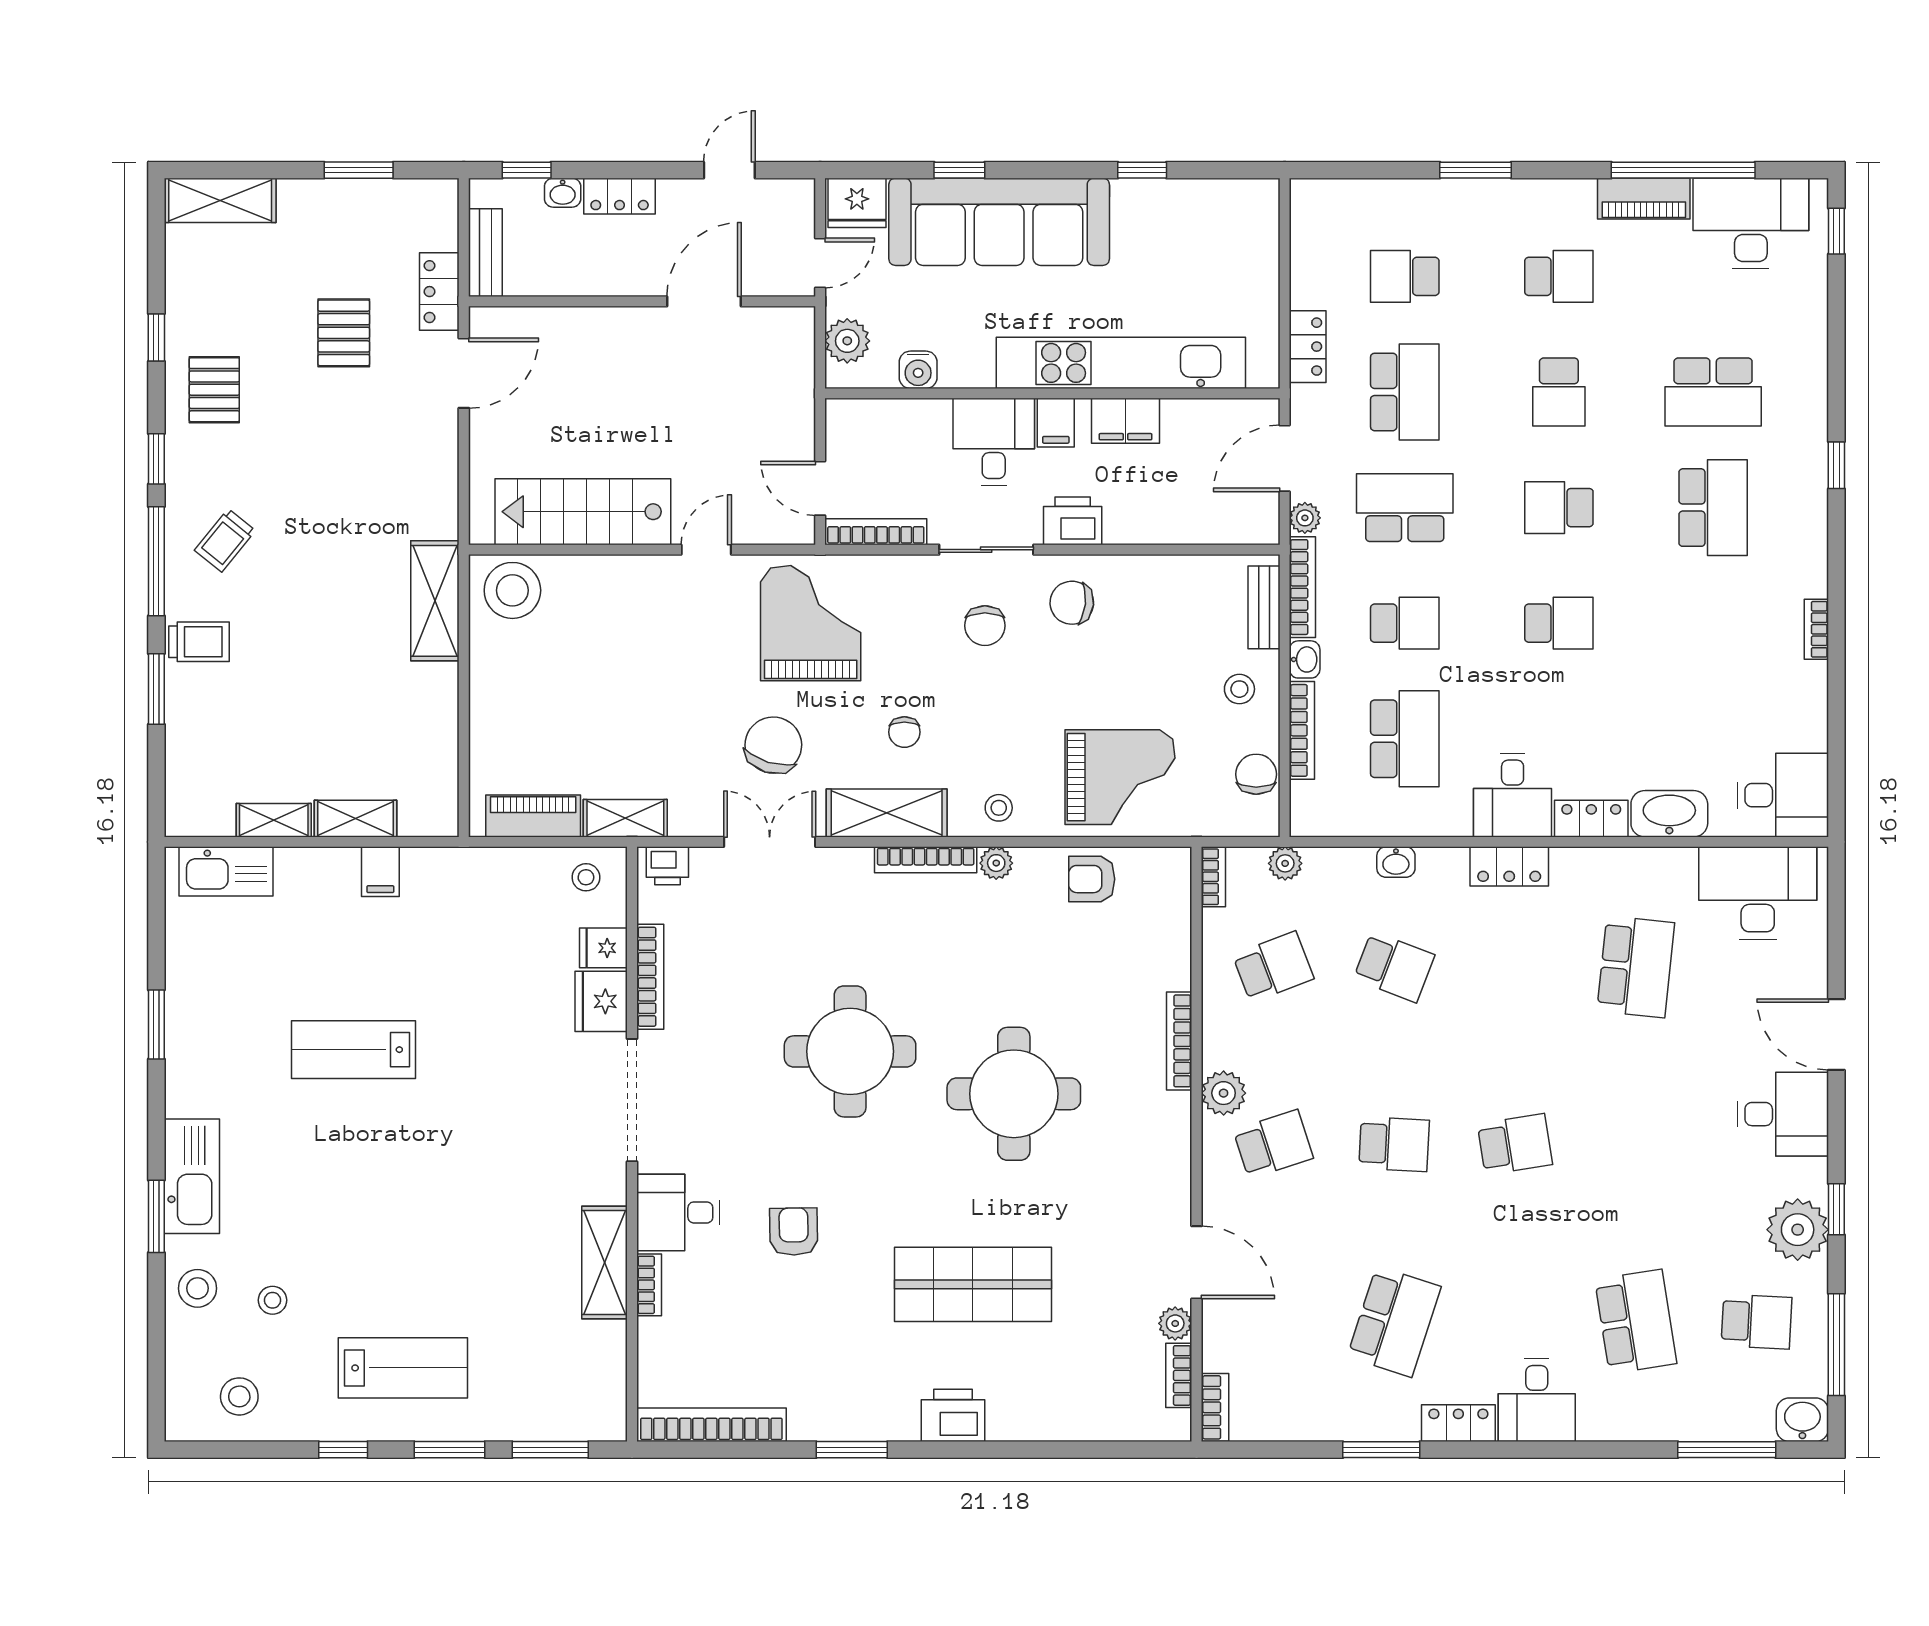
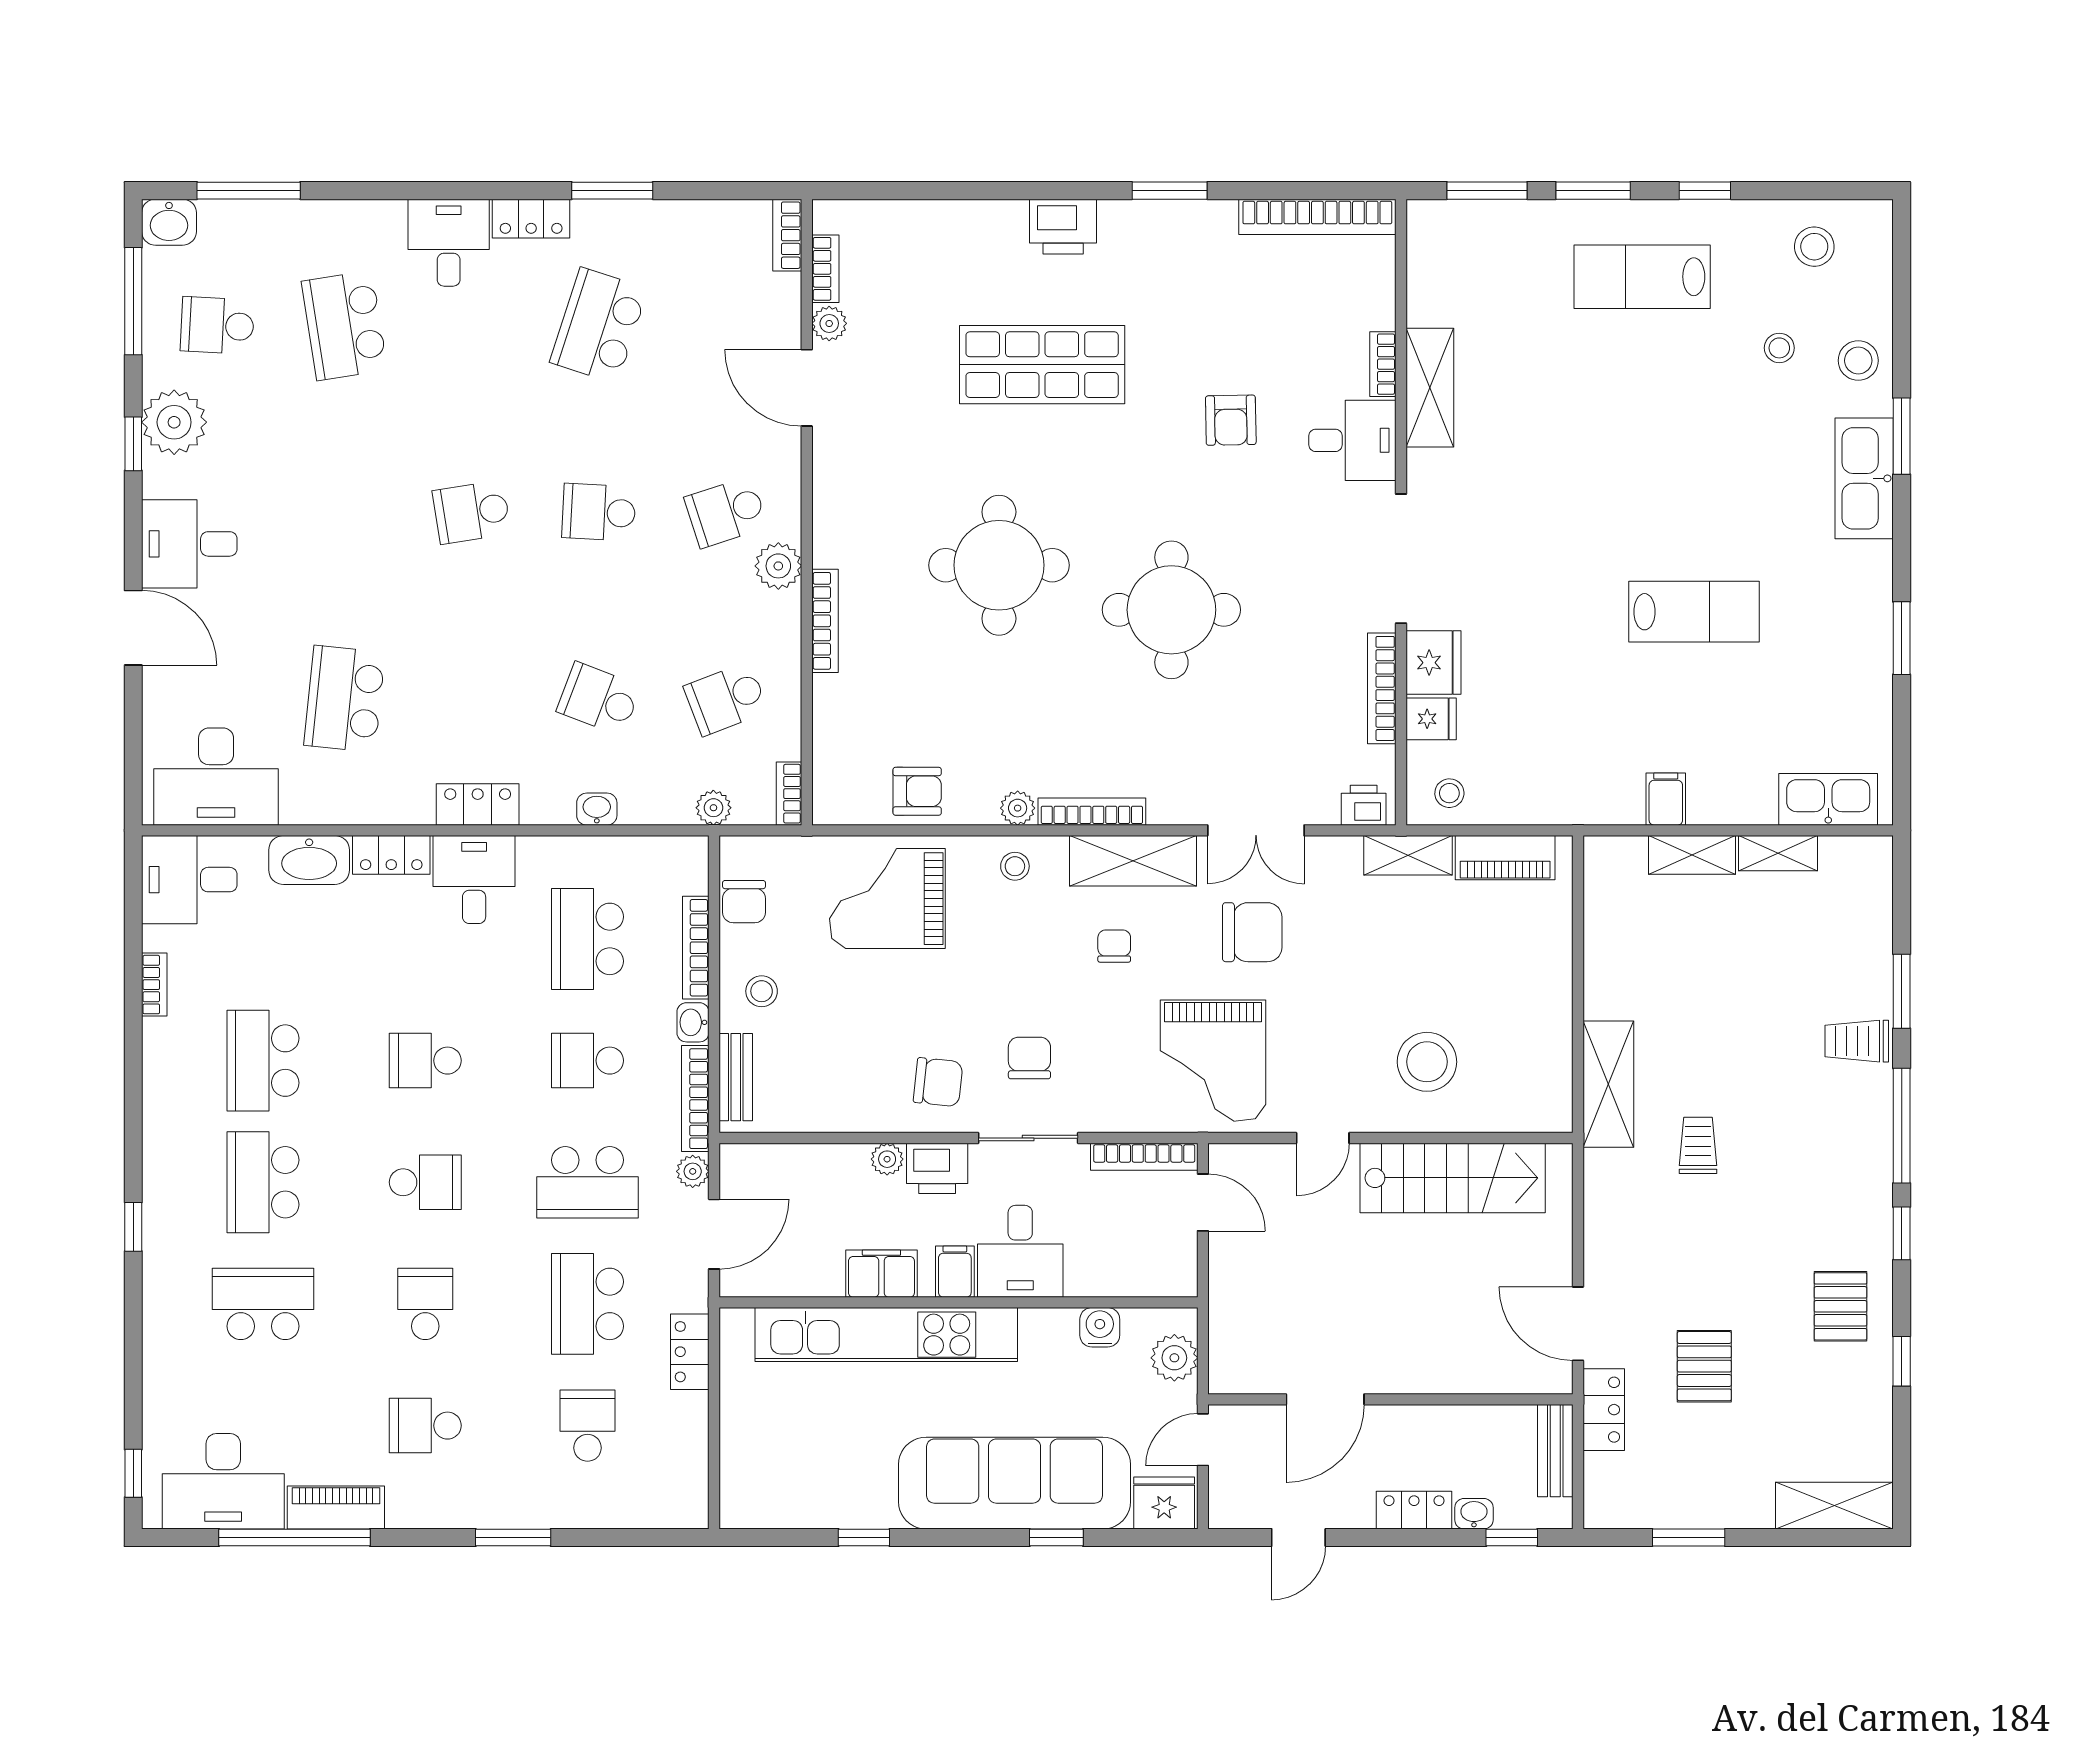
school desk: (1405, 276) -> (588, 1426), turned -90
door: (464, 373) -> (1578, 1324), hinge flipped
plant: (1120, 530) -> (887, 1159), added
trolley: (225, 540) -> (1698, 1145), moved, turned -39
stool: (512, 590) -> (1427, 1062), moved
school desk: (1713, 623) -> (263, 1061), added
bookcase: (1816, 629) -> (154, 985), moved
chair: (773, 745) -> (1252, 932), turned -107

